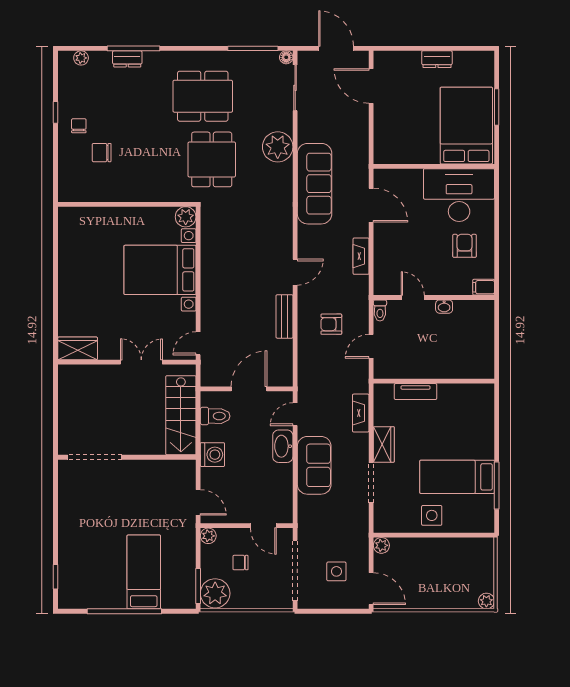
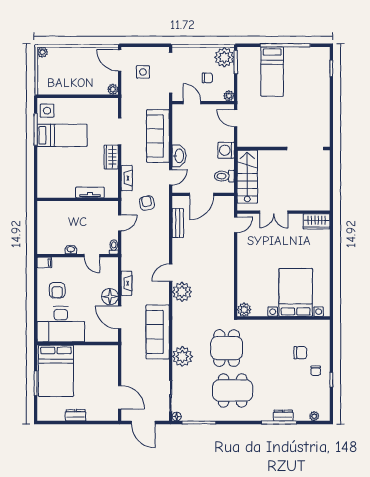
floor lamp: (386, 236) -> (110, 297), added
plant: (278, 243) -> (182, 292), added
bed with nightstands: (160, 270) -> (296, 292), moved, turned -90
bench: (284, 316) -> (178, 223), moved
armchair: (331, 324) -> (147, 203), moved, turned -102
sofa: (314, 465) -> (158, 136), width x1.36
side table: (432, 515) -> (47, 111), moved

